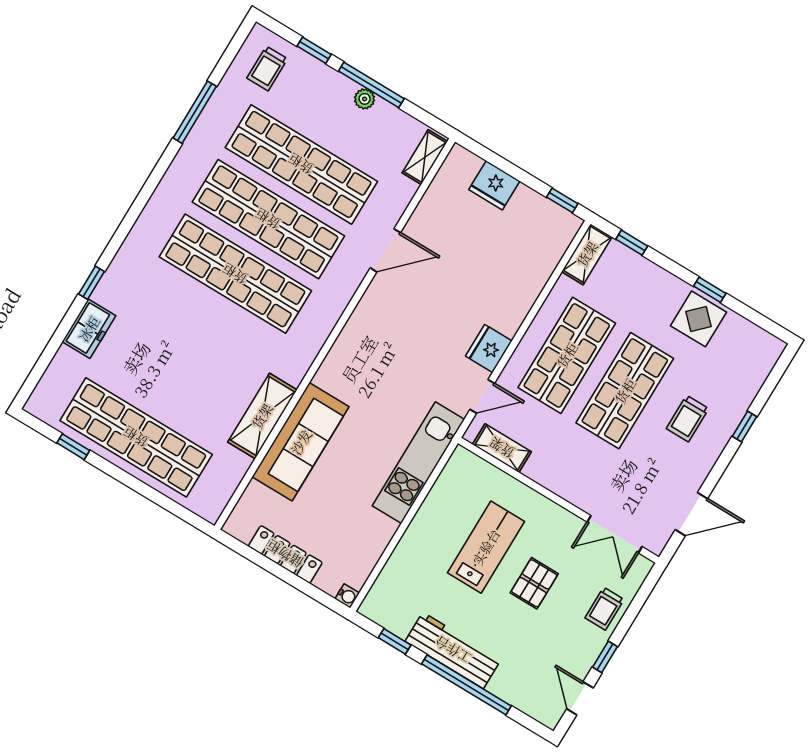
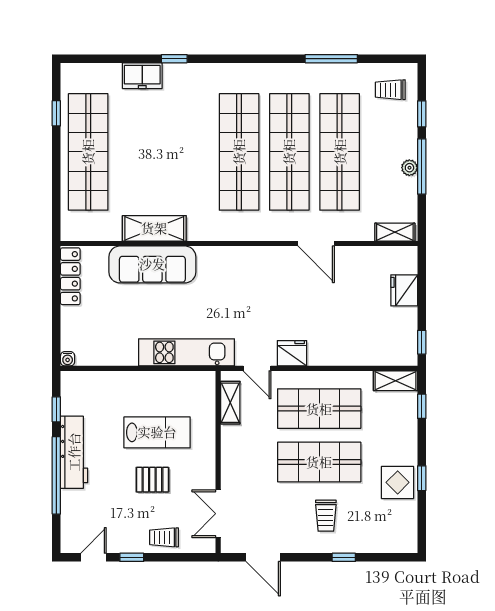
trolley: (688, 419) -> (326, 516), turned -90
locker: (285, 554) -> (70, 276), moved

